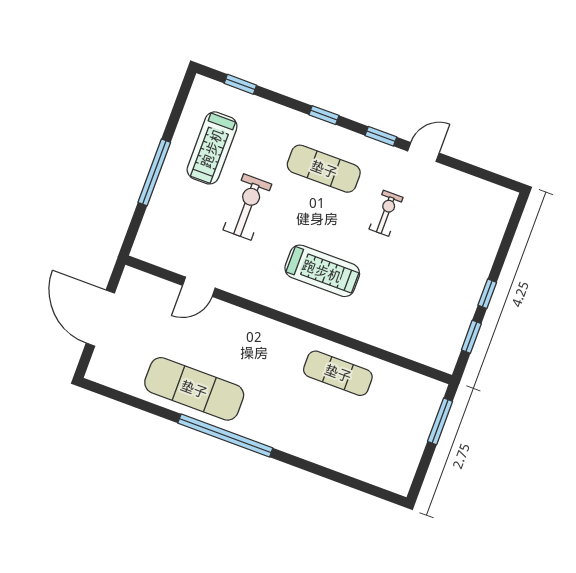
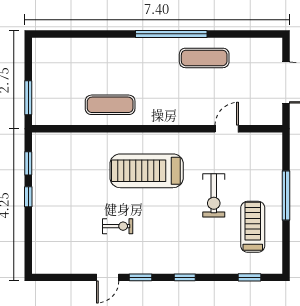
exercise mat: (324, 169) -> (171, 241), removed
exercise bike: (386, 213) -> (118, 226), turned -90
treadmill: (322, 271) -> (147, 171), width x1.37, depth x1.38
exercise mat: (194, 389) -> (204, 58), width x0.73, depth x0.69

